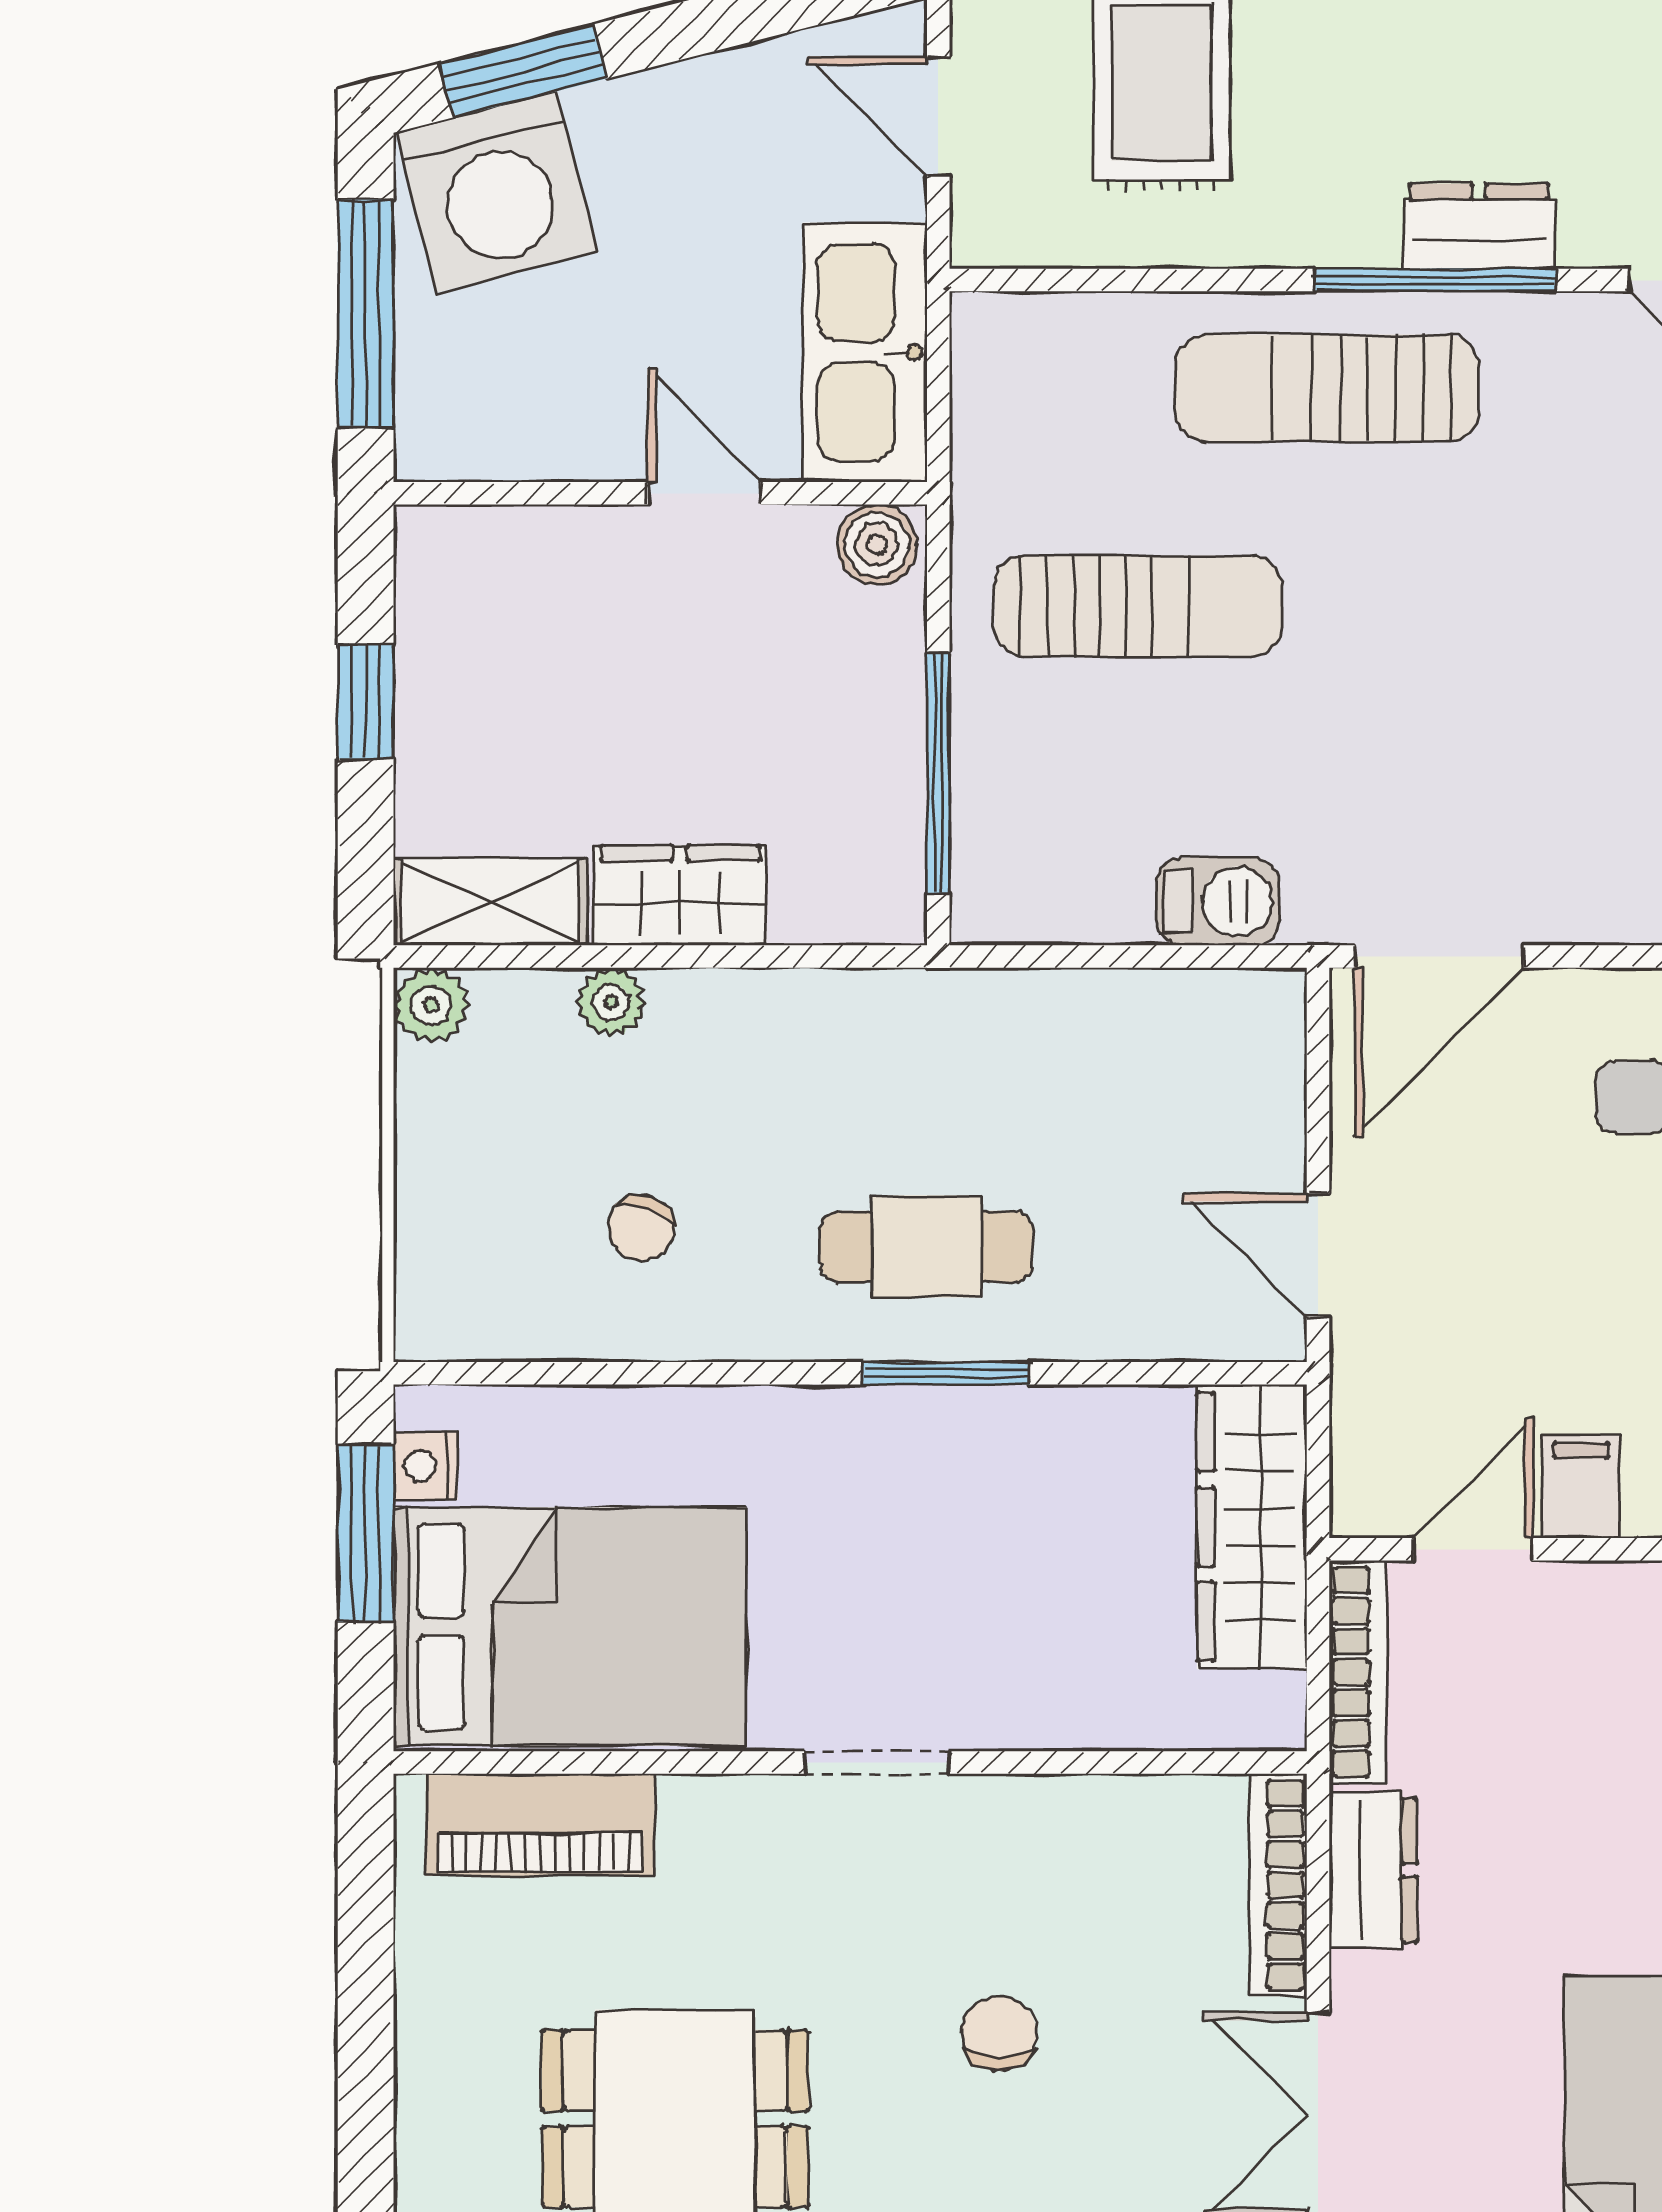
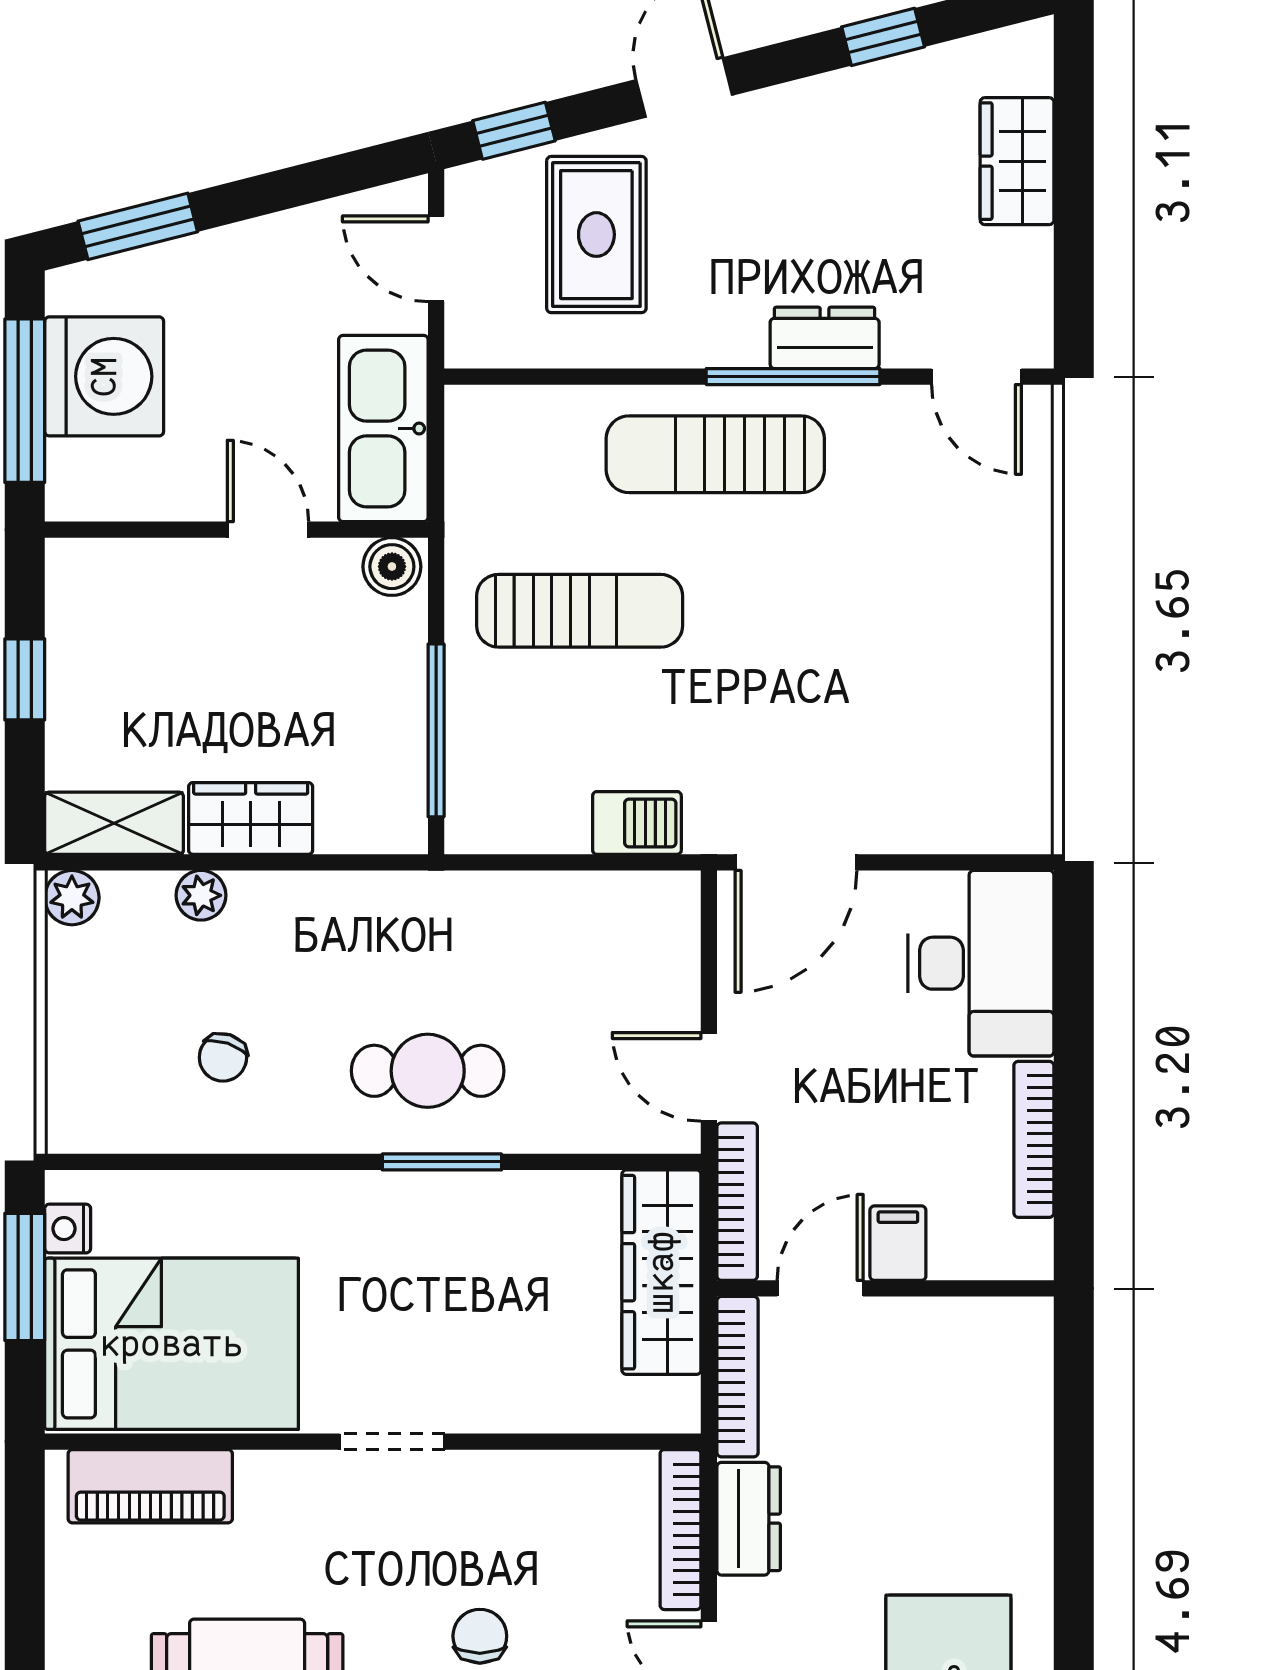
washing machine: (496, 192) -> (104, 376), moved, turned -76
bookcase: (1357, 1429) -> (737, 1202), added

